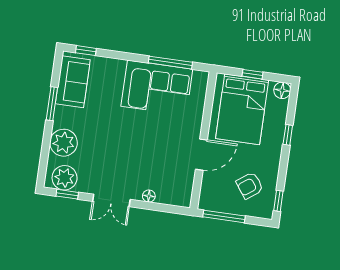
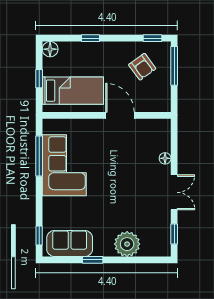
window: (52, 104) -> (93, 260), width x0.67
bed: (242, 109) -> (73, 91), width x0.67
plant: (65, 178) -> (159, 239), removed
window: (224, 216) -> (174, 66), moved

